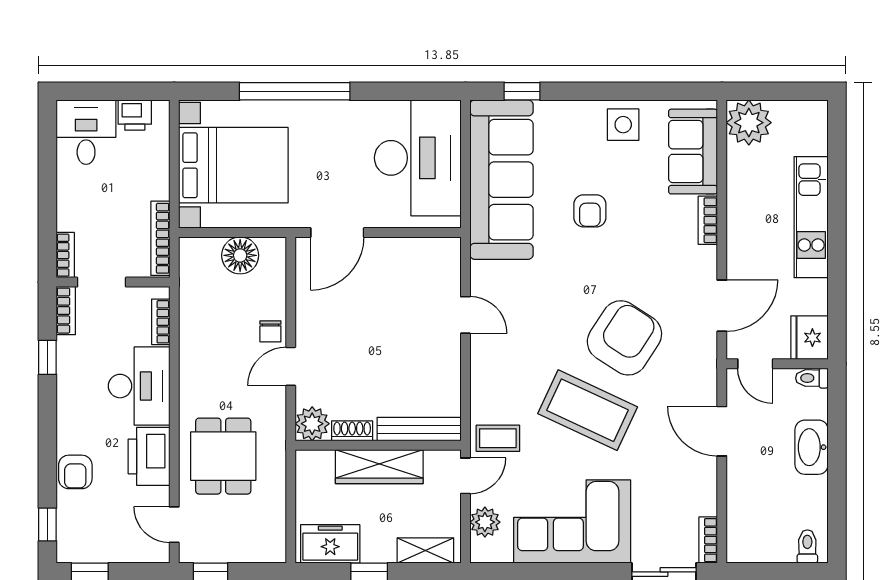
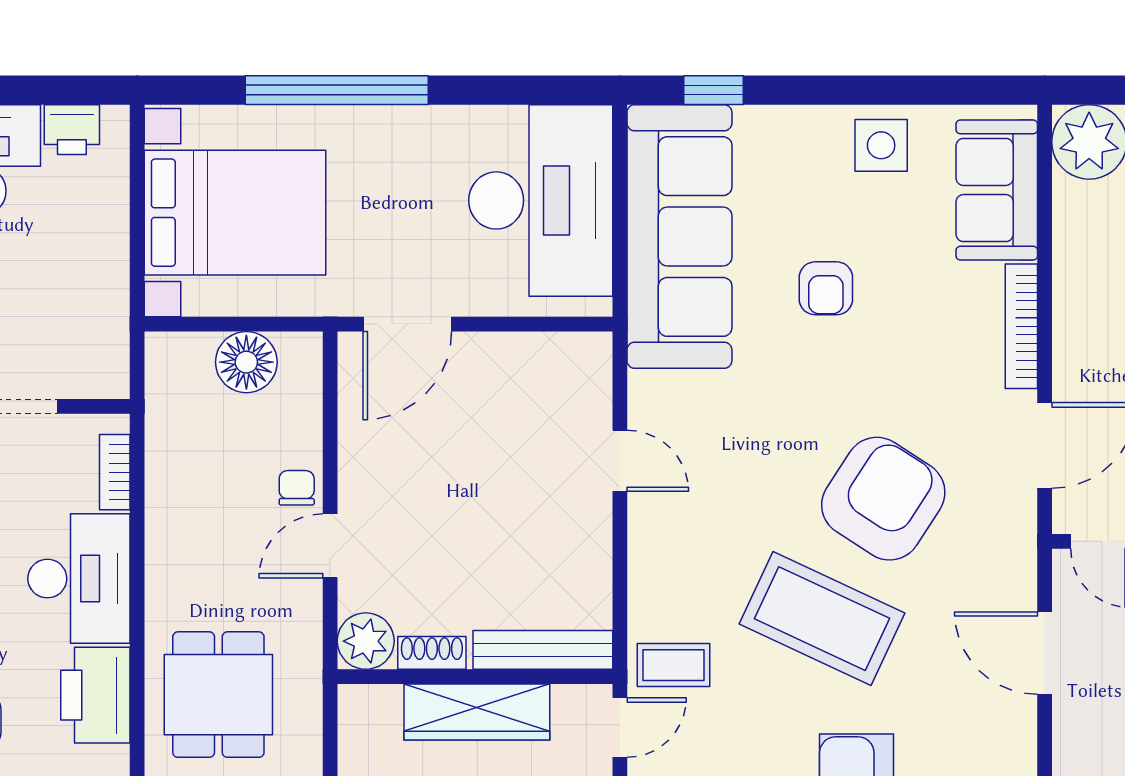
bookcase: (708, 220) -> (1021, 326), width x1.56
bookcase: (160, 238) -> (114, 334), removed
chair: (270, 331) -> (297, 488), turned 180

